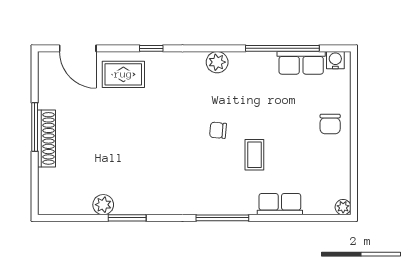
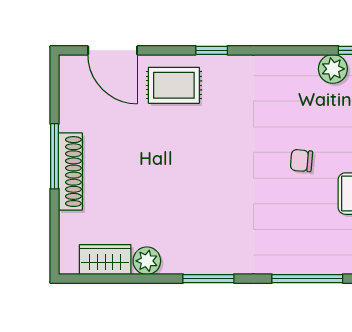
plant: (217, 62) -> (333, 69), moved
wardrobe: (72, 204) -> (105, 260), added
window: (127, 218) -> (208, 279), moved

